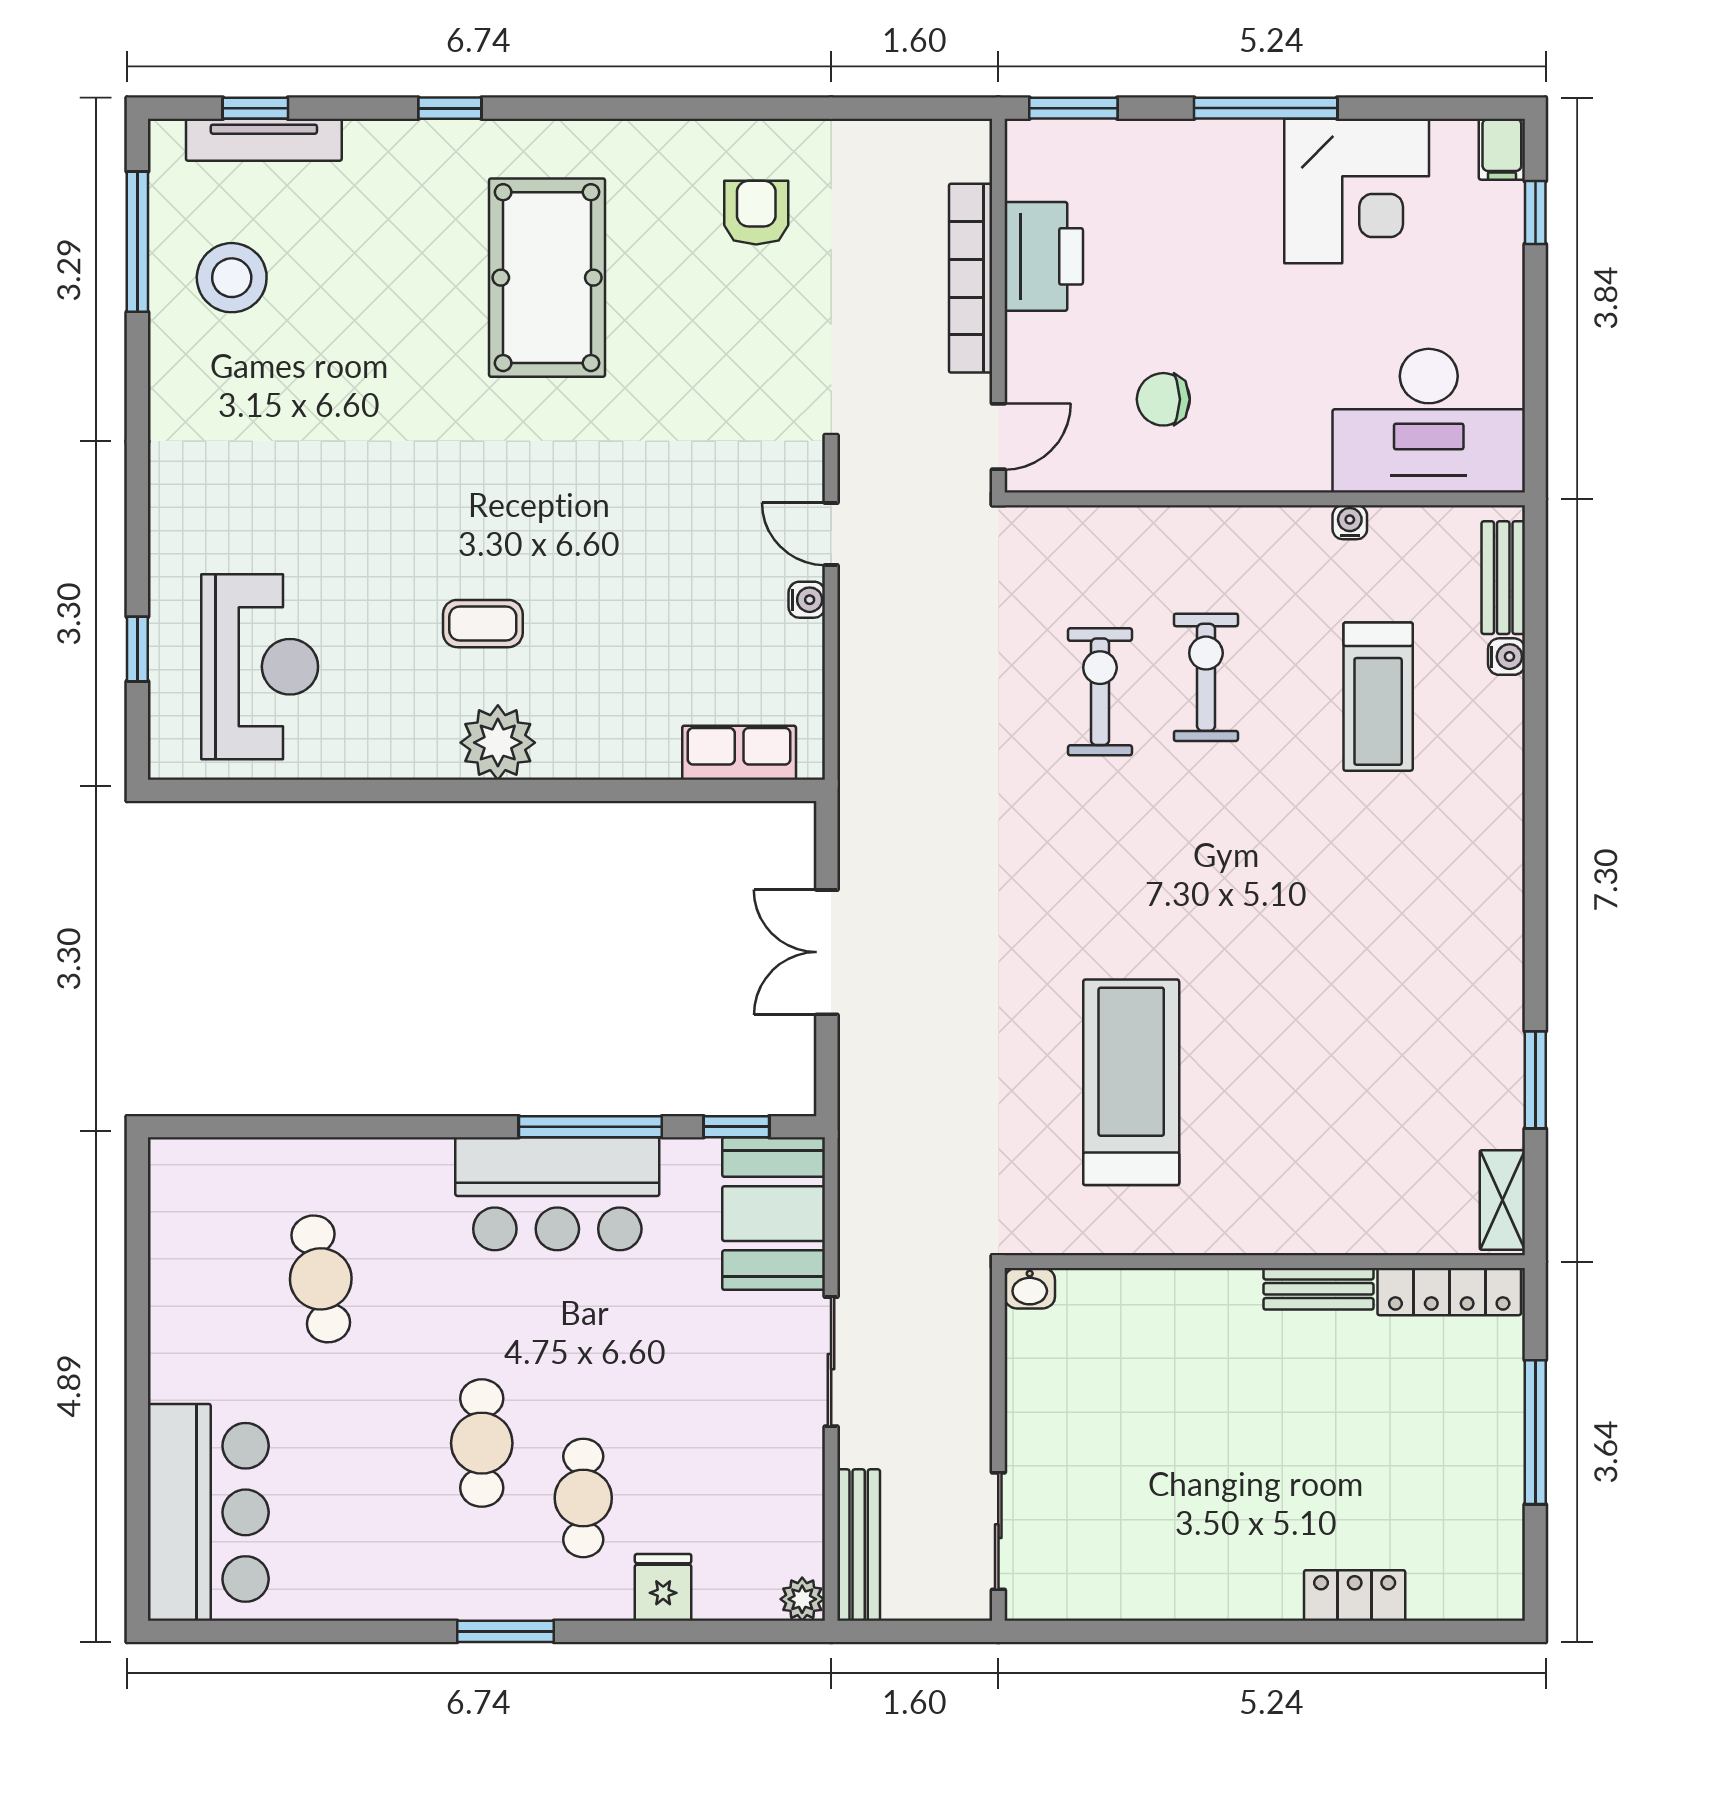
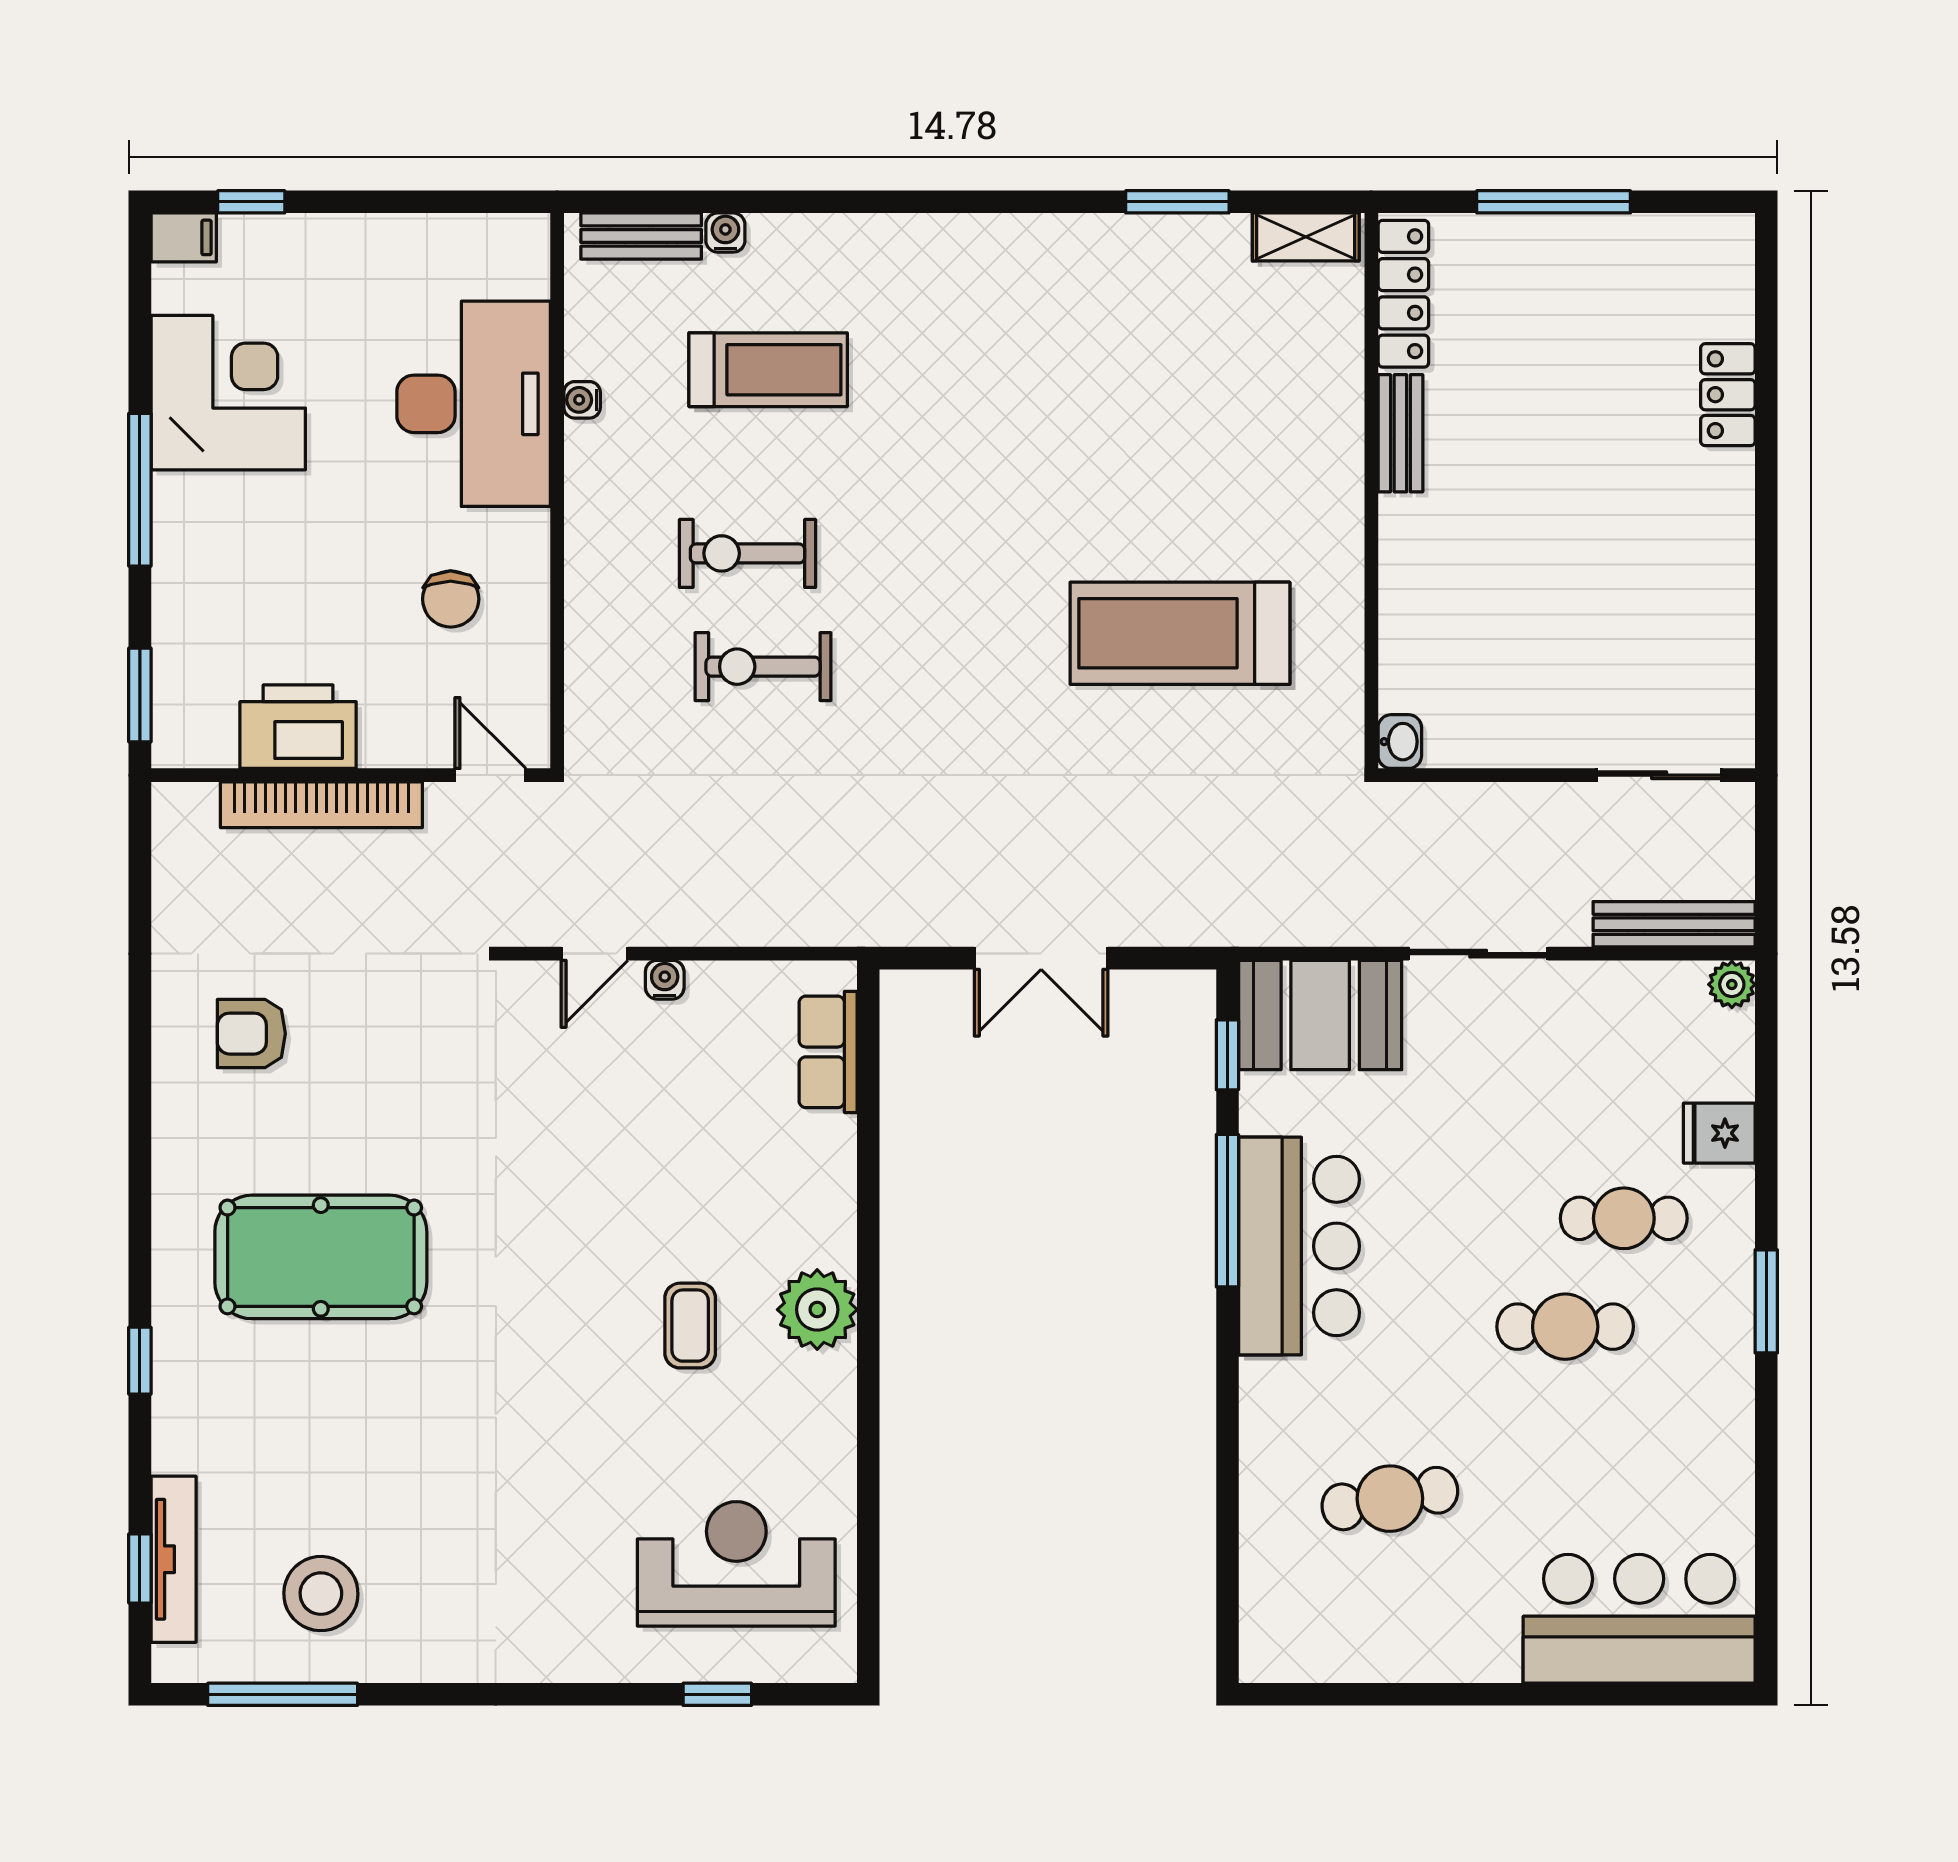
desk: (1429, 421) -> (474, 404), moved

